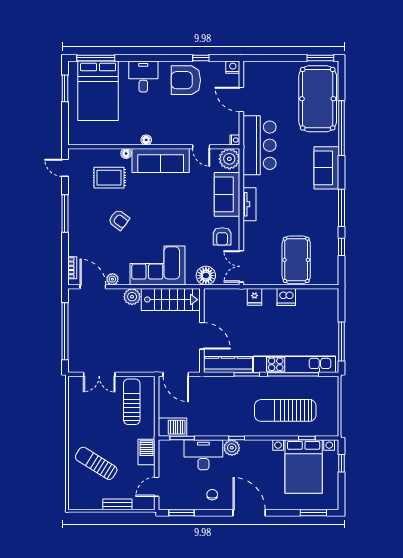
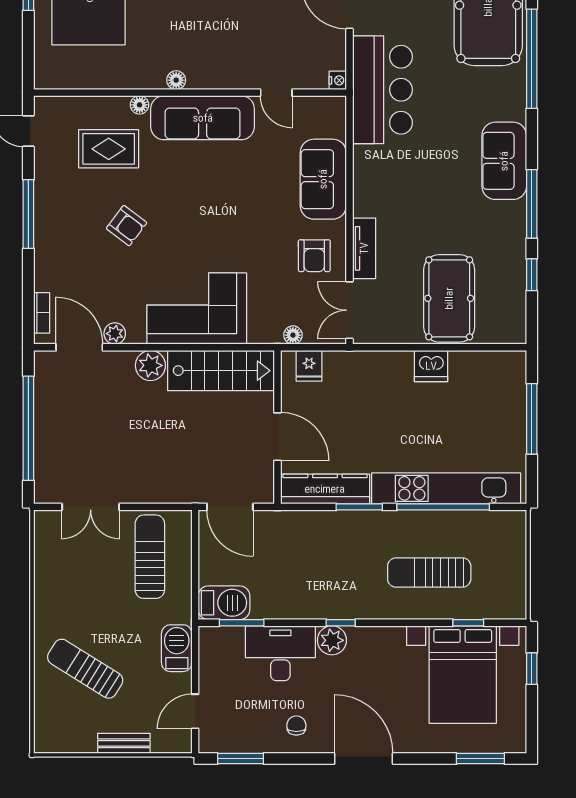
plant: (229, 159) -> (327, 115), removed
sofa: (326, 168) -> (504, 161), moved
tv unit: (249, 204) -> (364, 248), moved
floor lamp: (206, 276) -> (293, 335), width x0.53, depth x0.53
fridge: (254, 297) -> (309, 366), moved
window: (342, 342) -> (532, 419), moved
sun lounger: (285, 410) -> (429, 573), width x0.73, depth x0.75

